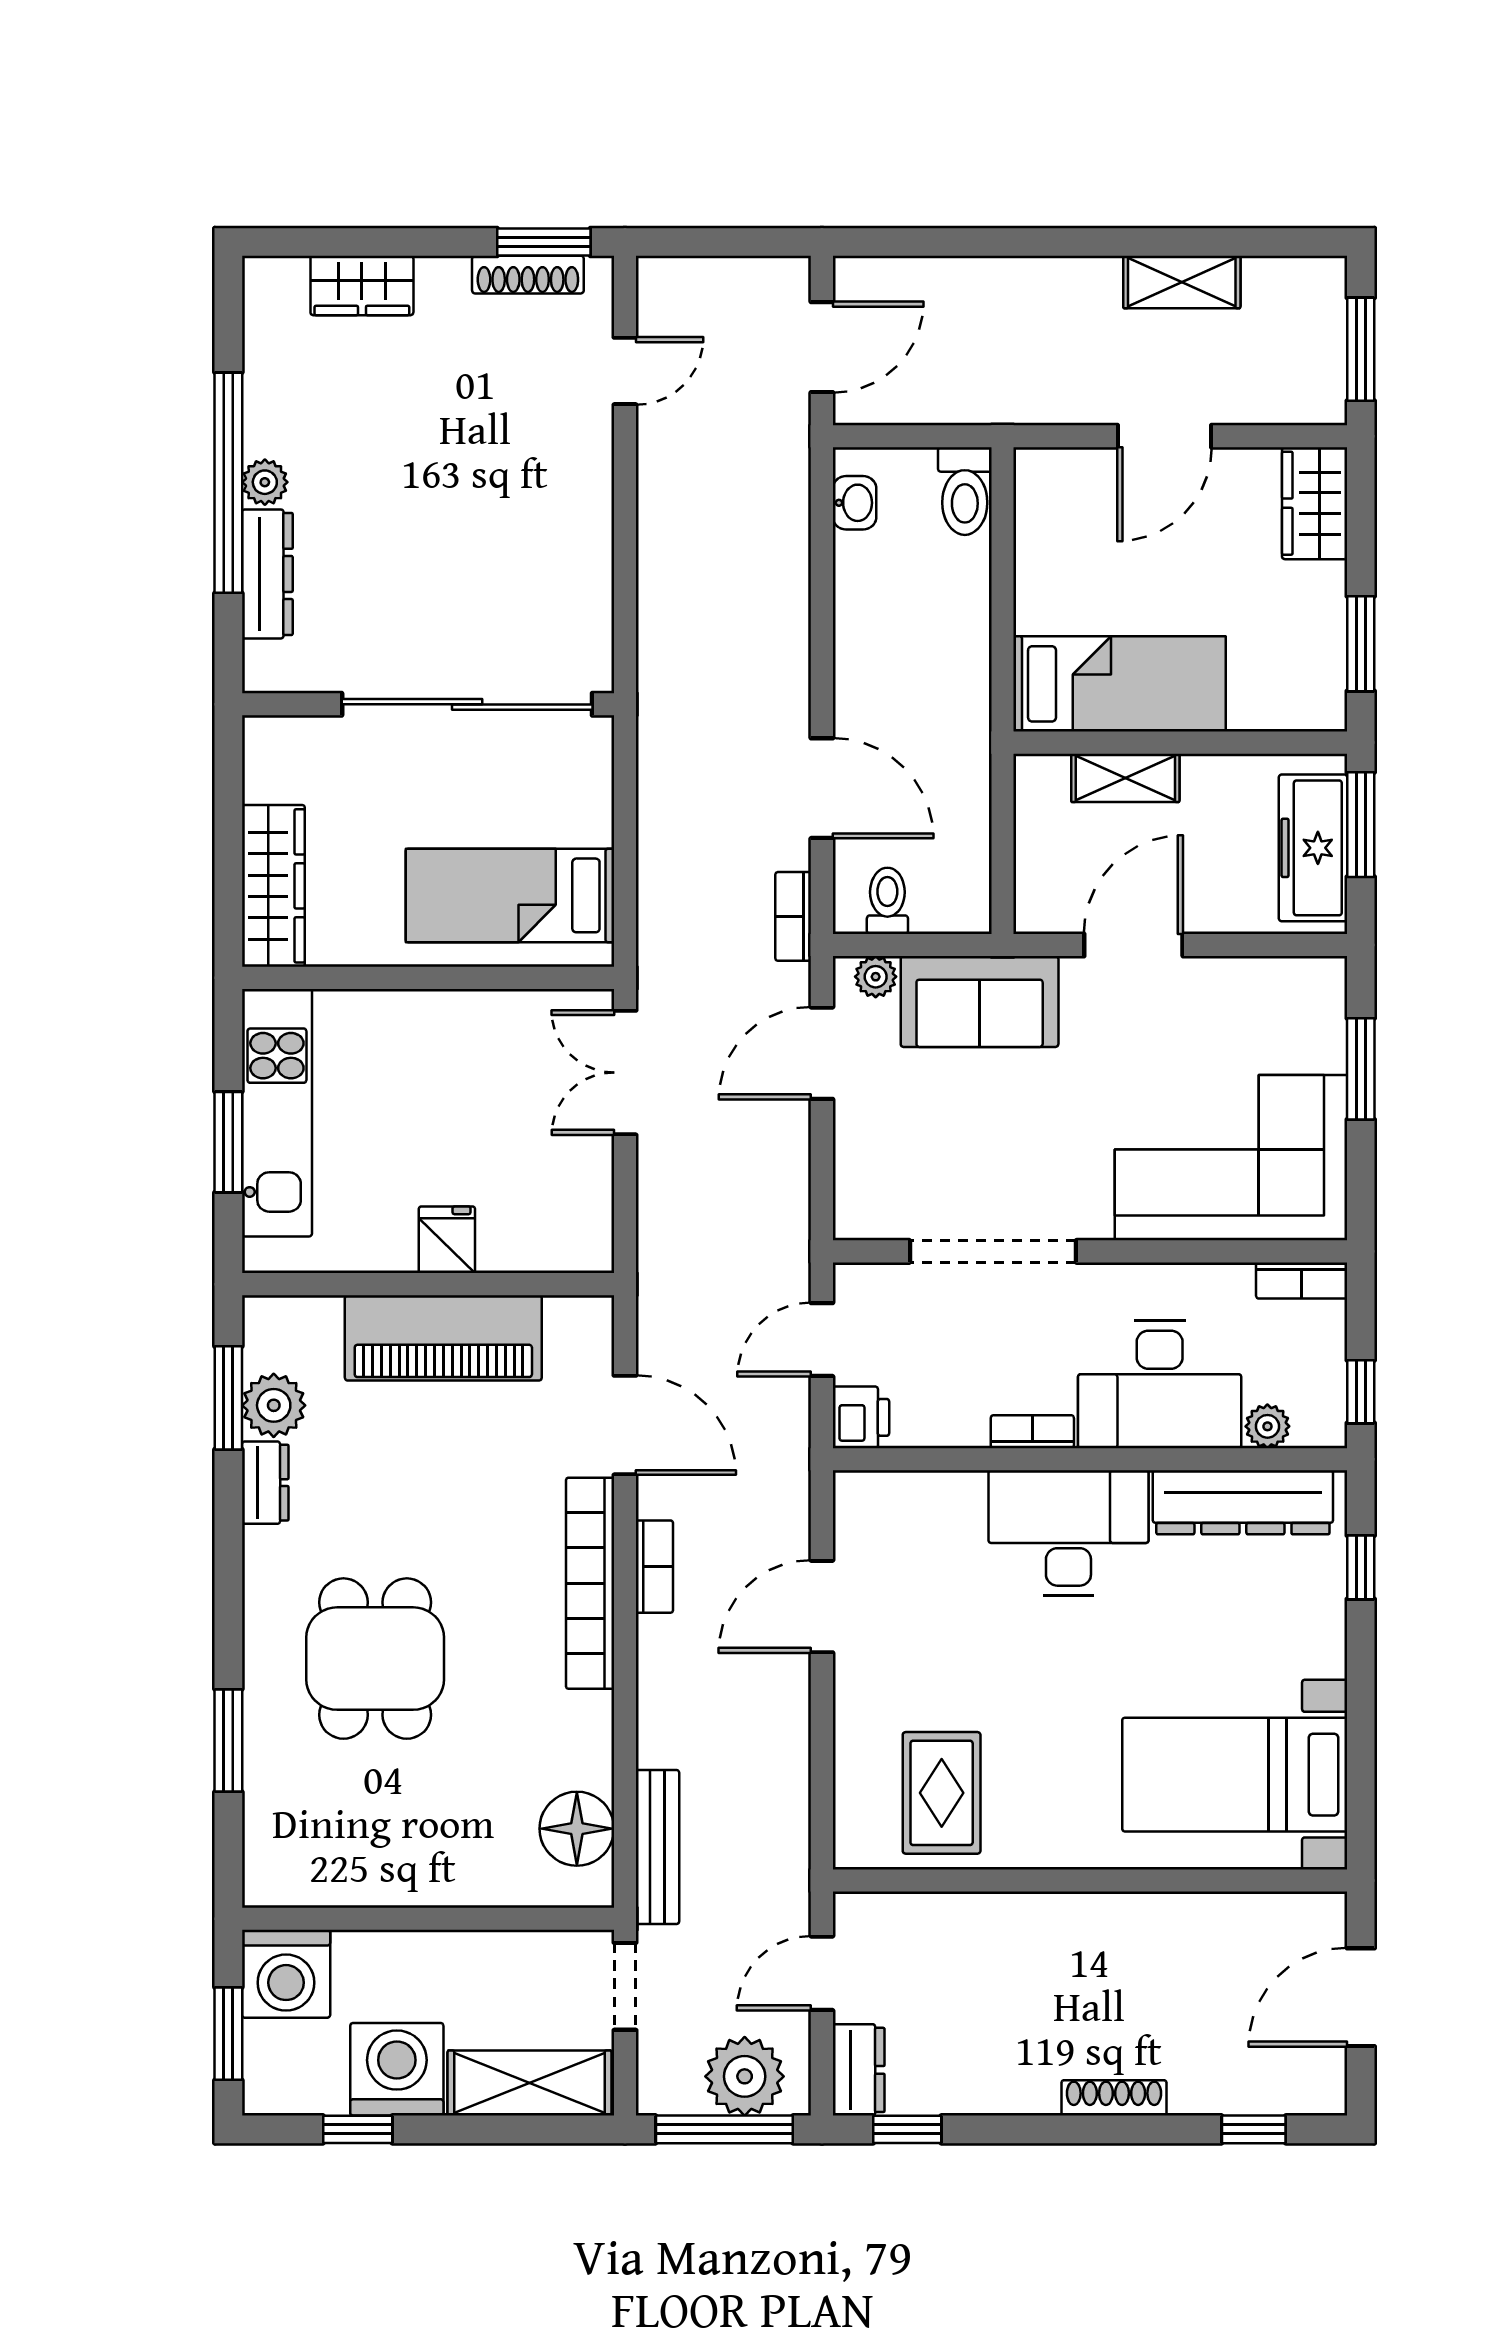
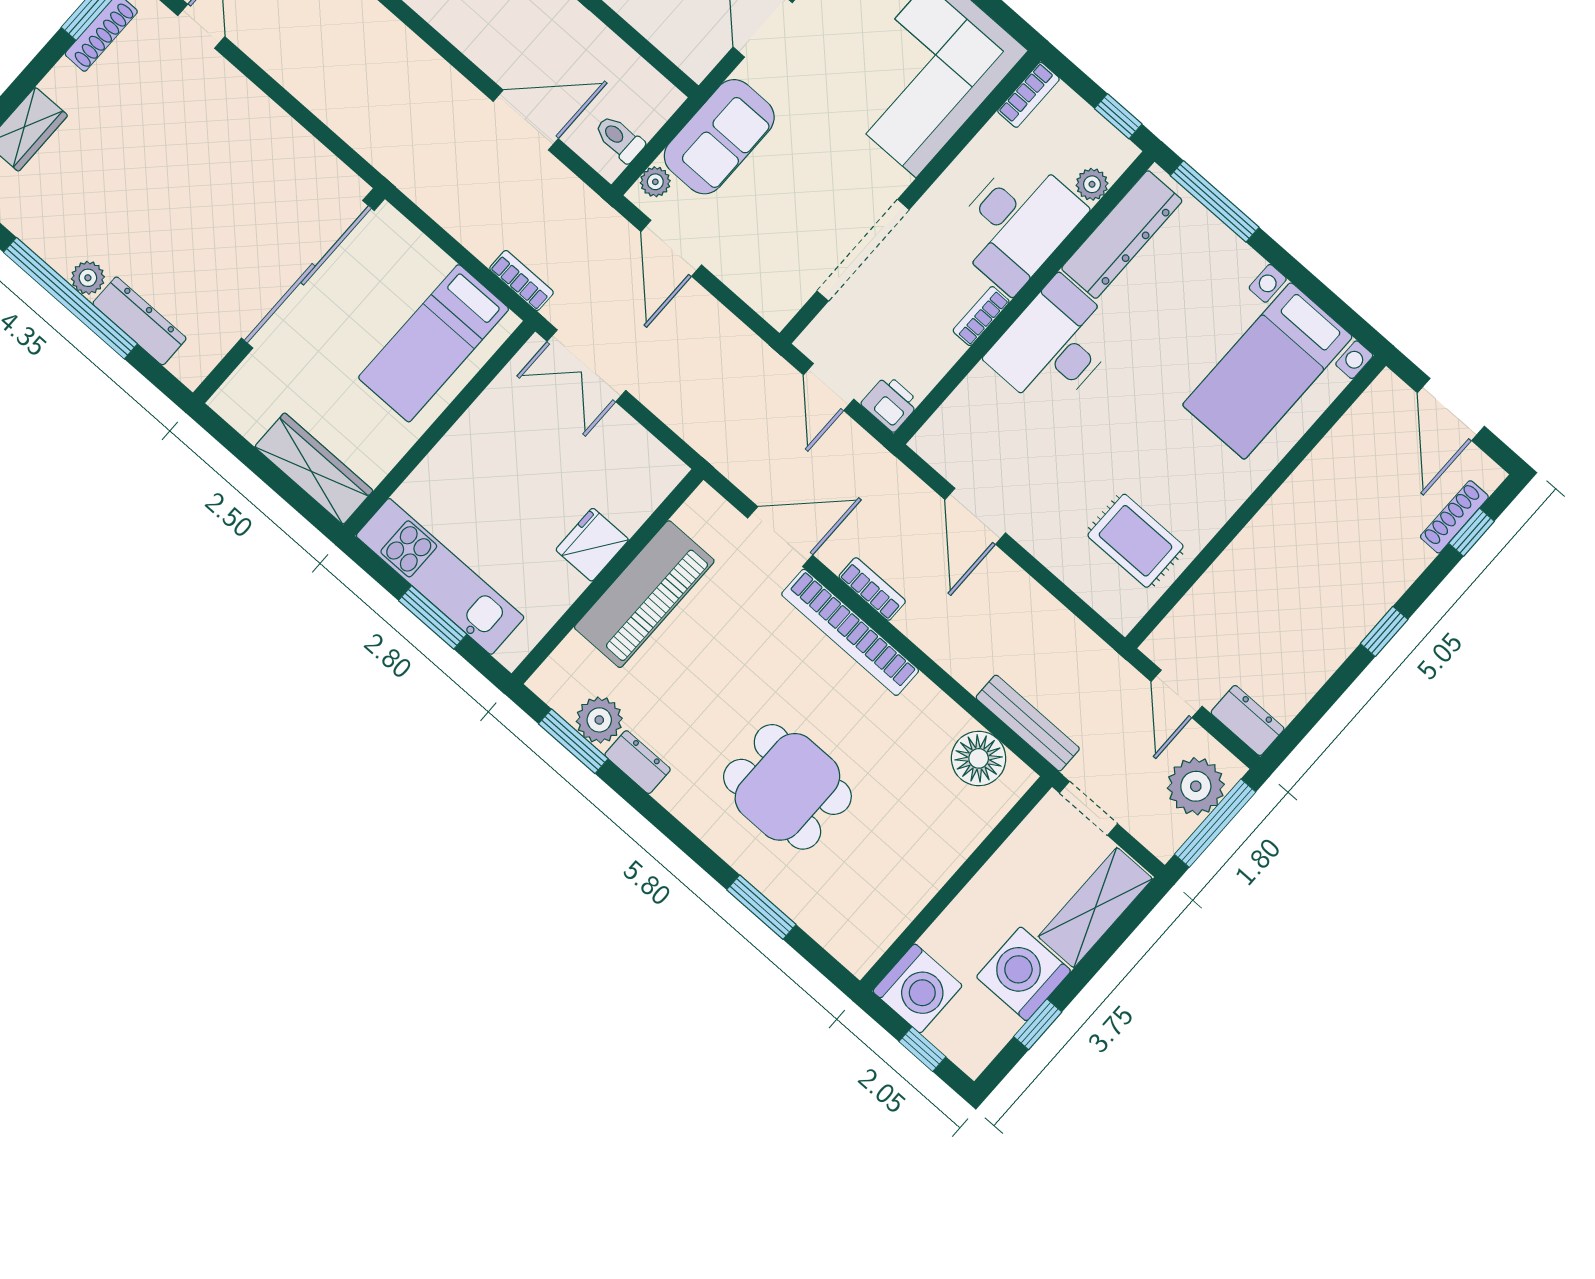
bookcase: (793, 916) -> (521, 280), moved, turned 180
fridge: (447, 1240) -> (592, 545), width x1.38
window: (1361, 1567) -> (1215, 201), width x2.17
window: (228, 2034) -> (922, 1049), width x0.67
shoe rack: (1114, 2098) -> (1454, 517), moved
window: (907, 2129) -> (1384, 631), moved

